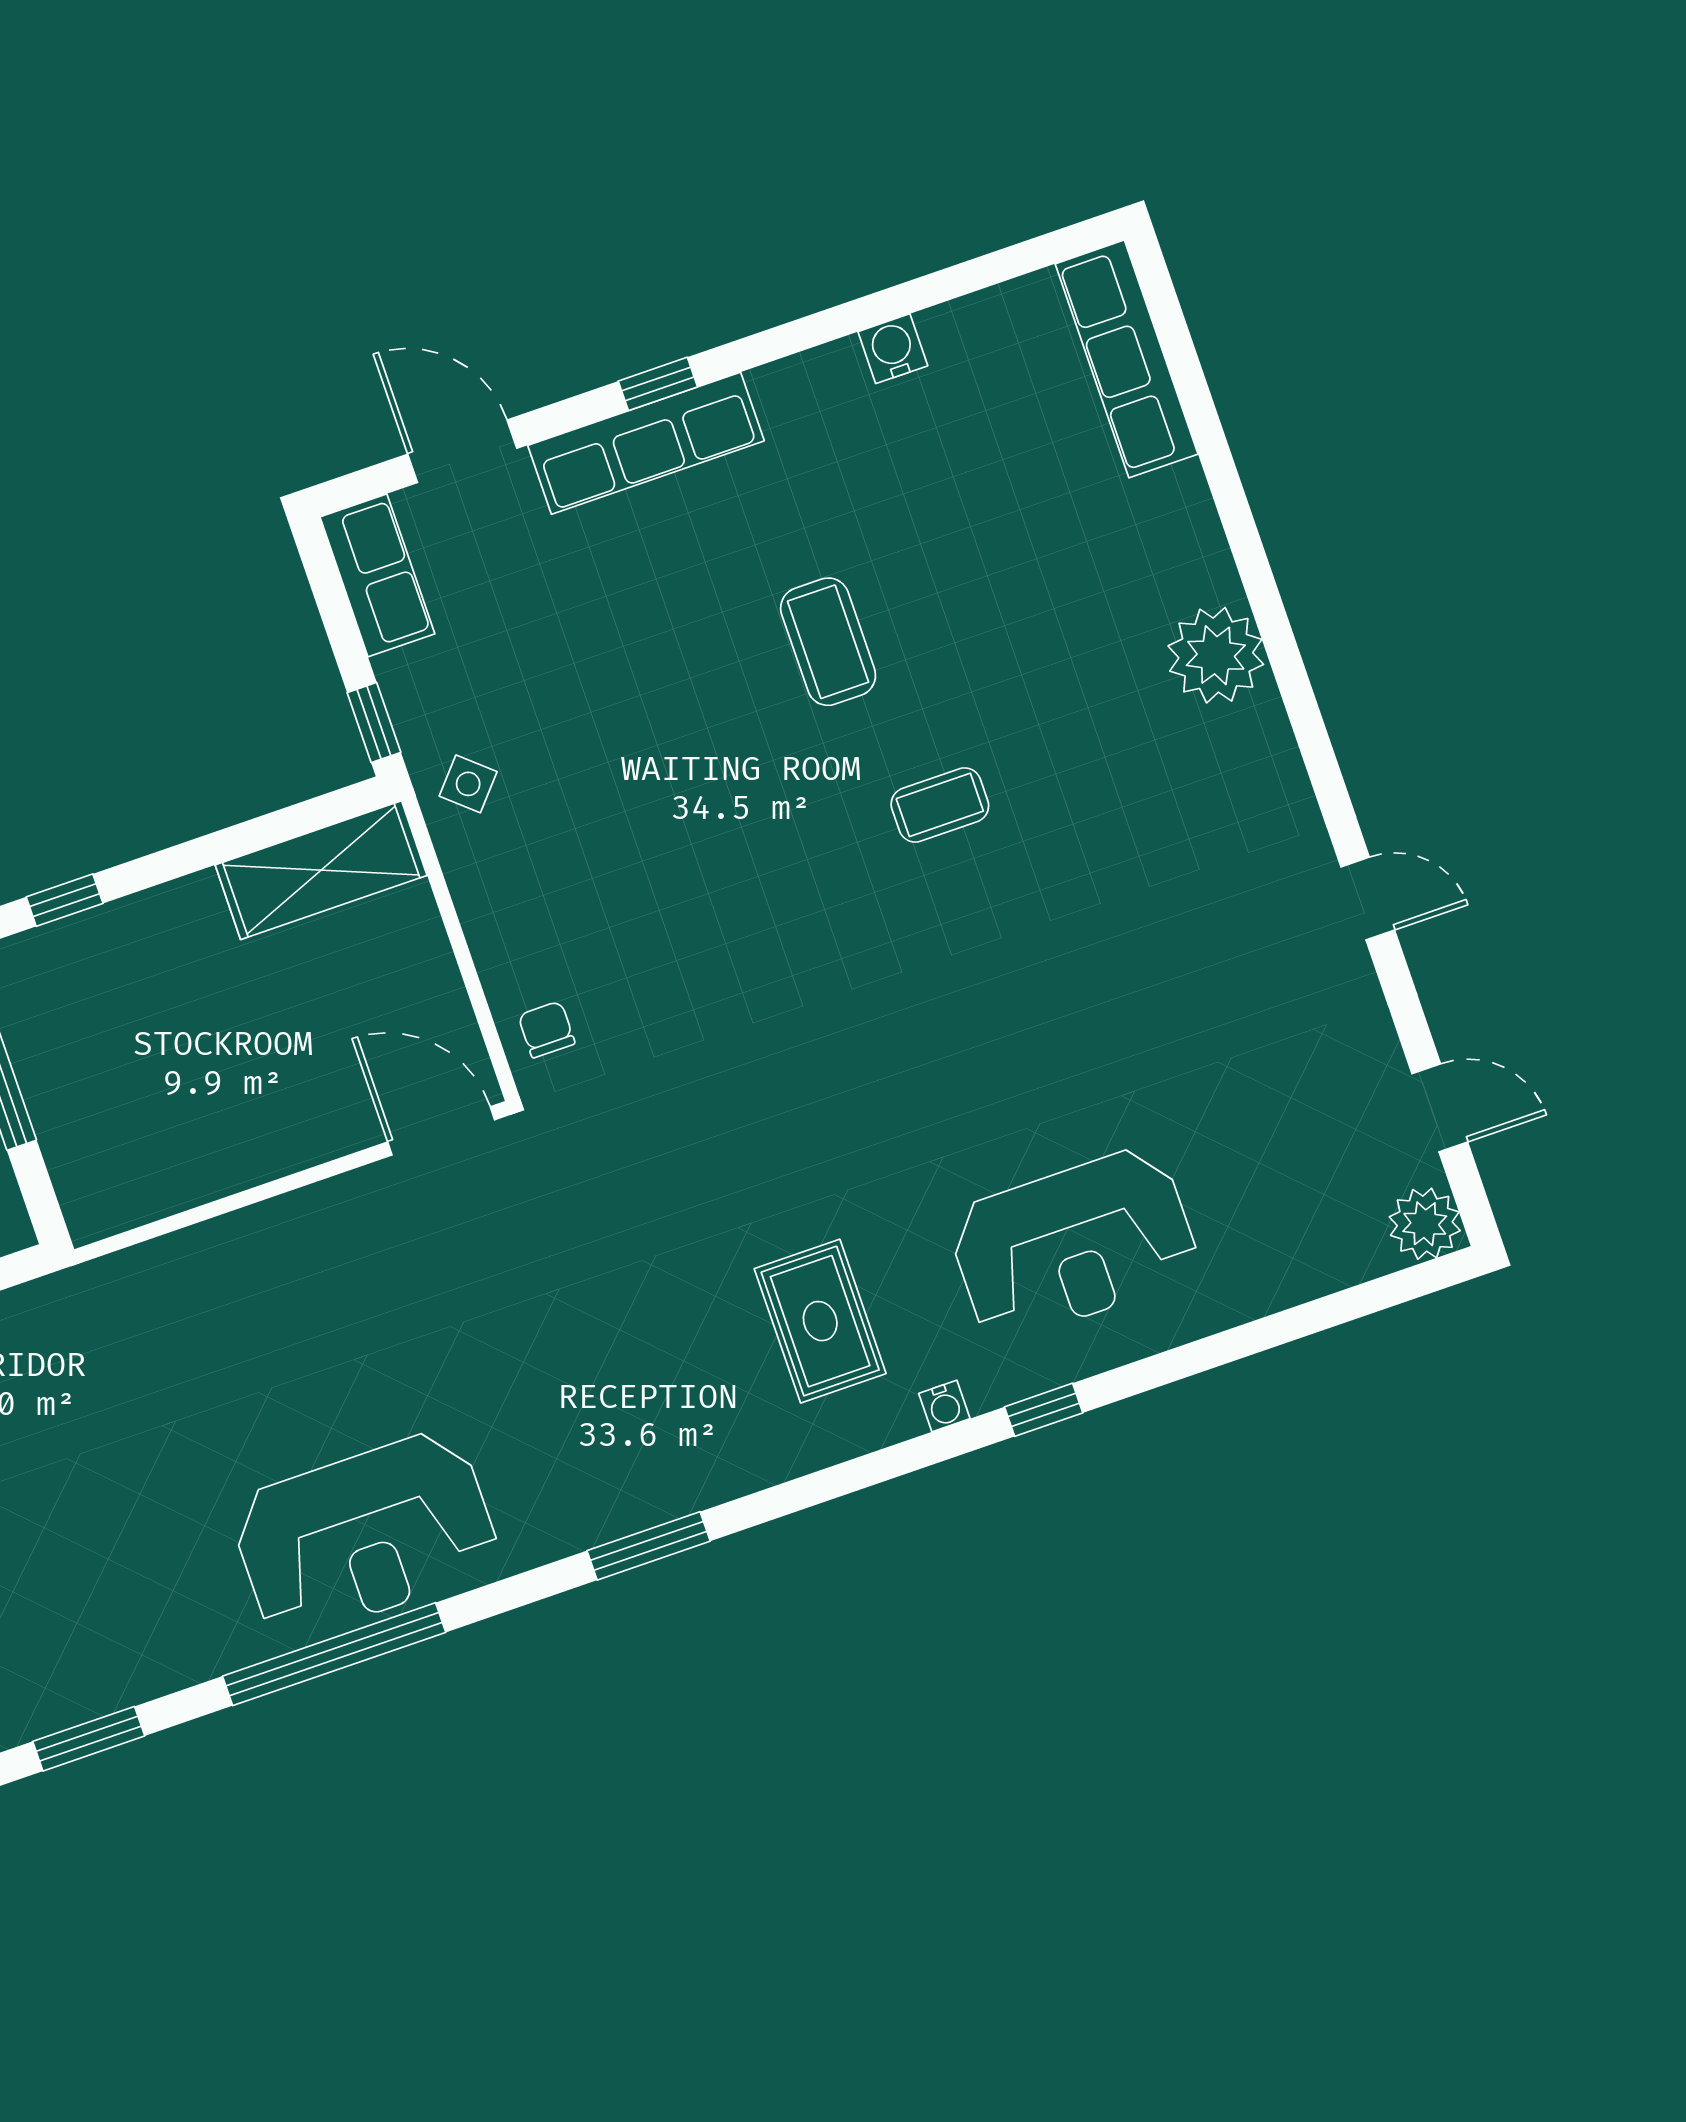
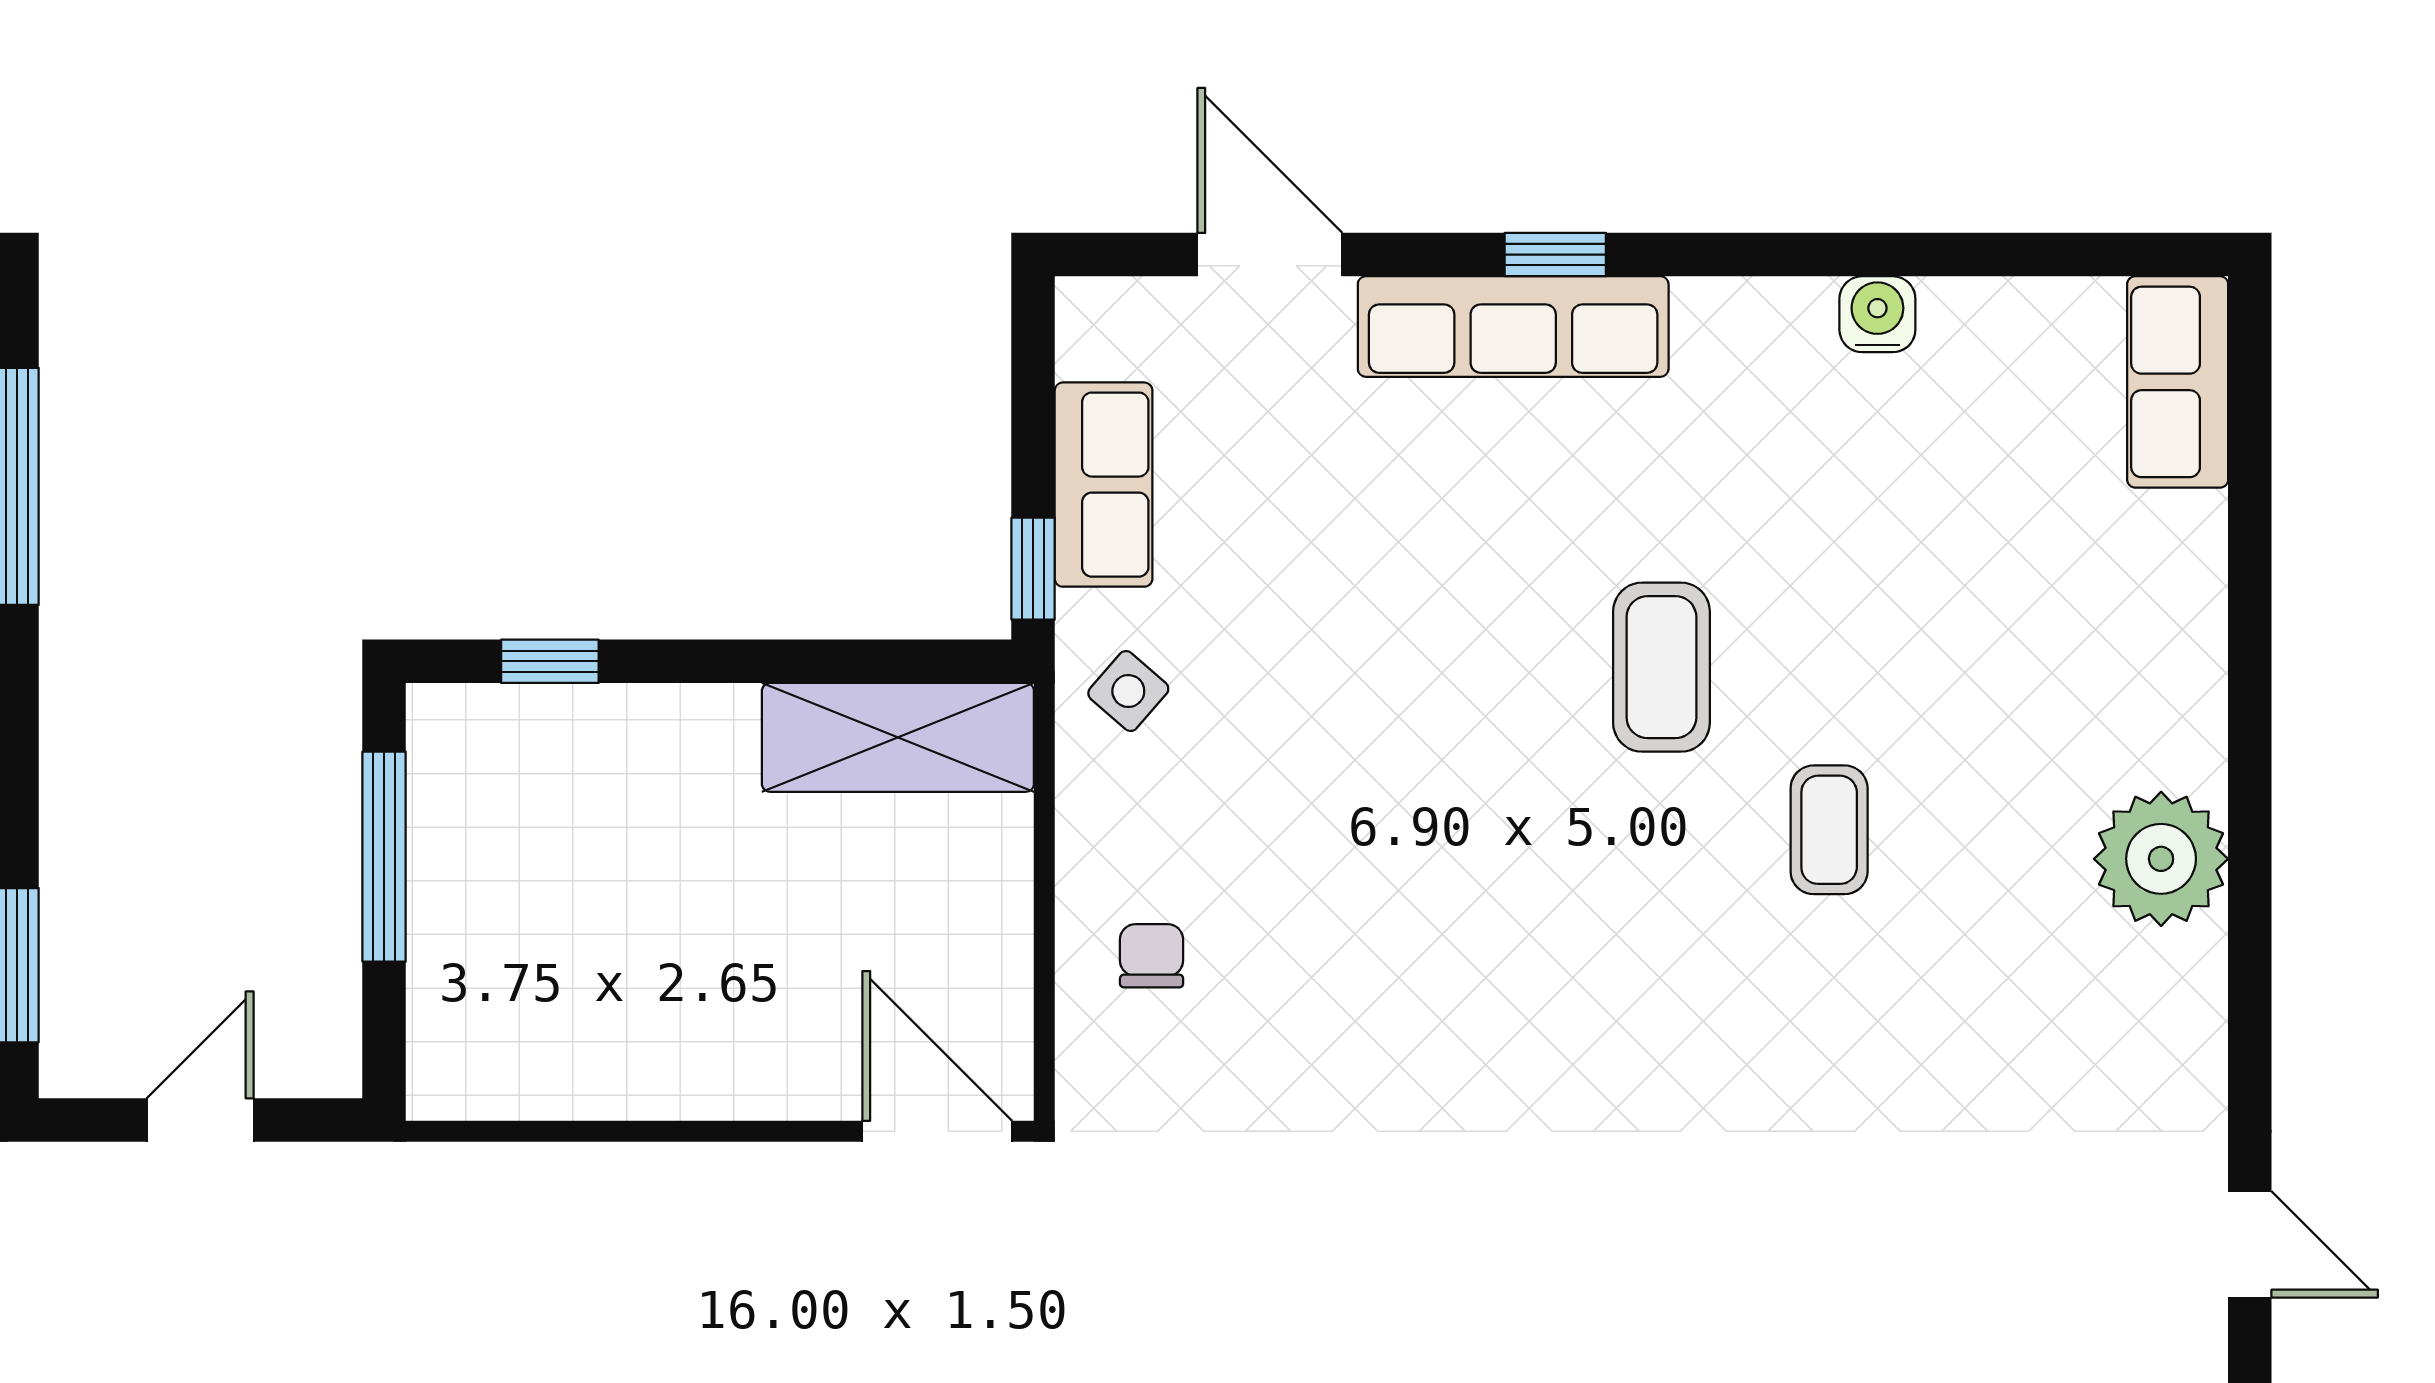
row of seats: (1127, 359) -> (2178, 382), width x0.68
row of seats: (377, 575) -> (1104, 485), moved
coffee table: (940, 805) -> (1829, 830), moved, turned 90
chair: (546, 1029) -> (1152, 956), moved

